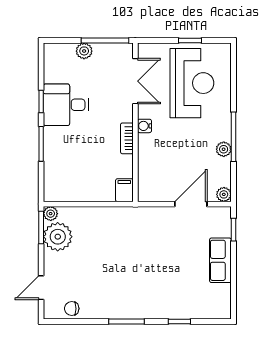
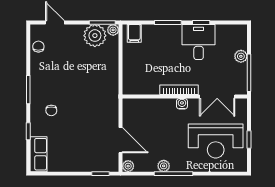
bookcase: (127, 138) -> (179, 90), width x1.56
filing cabinet: (124, 190) -> (134, 33), moved, turned 90
row of seats: (220, 260) -> (39, 154), moved, turned 90
chair: (153, 292) -> (51, 110), added

